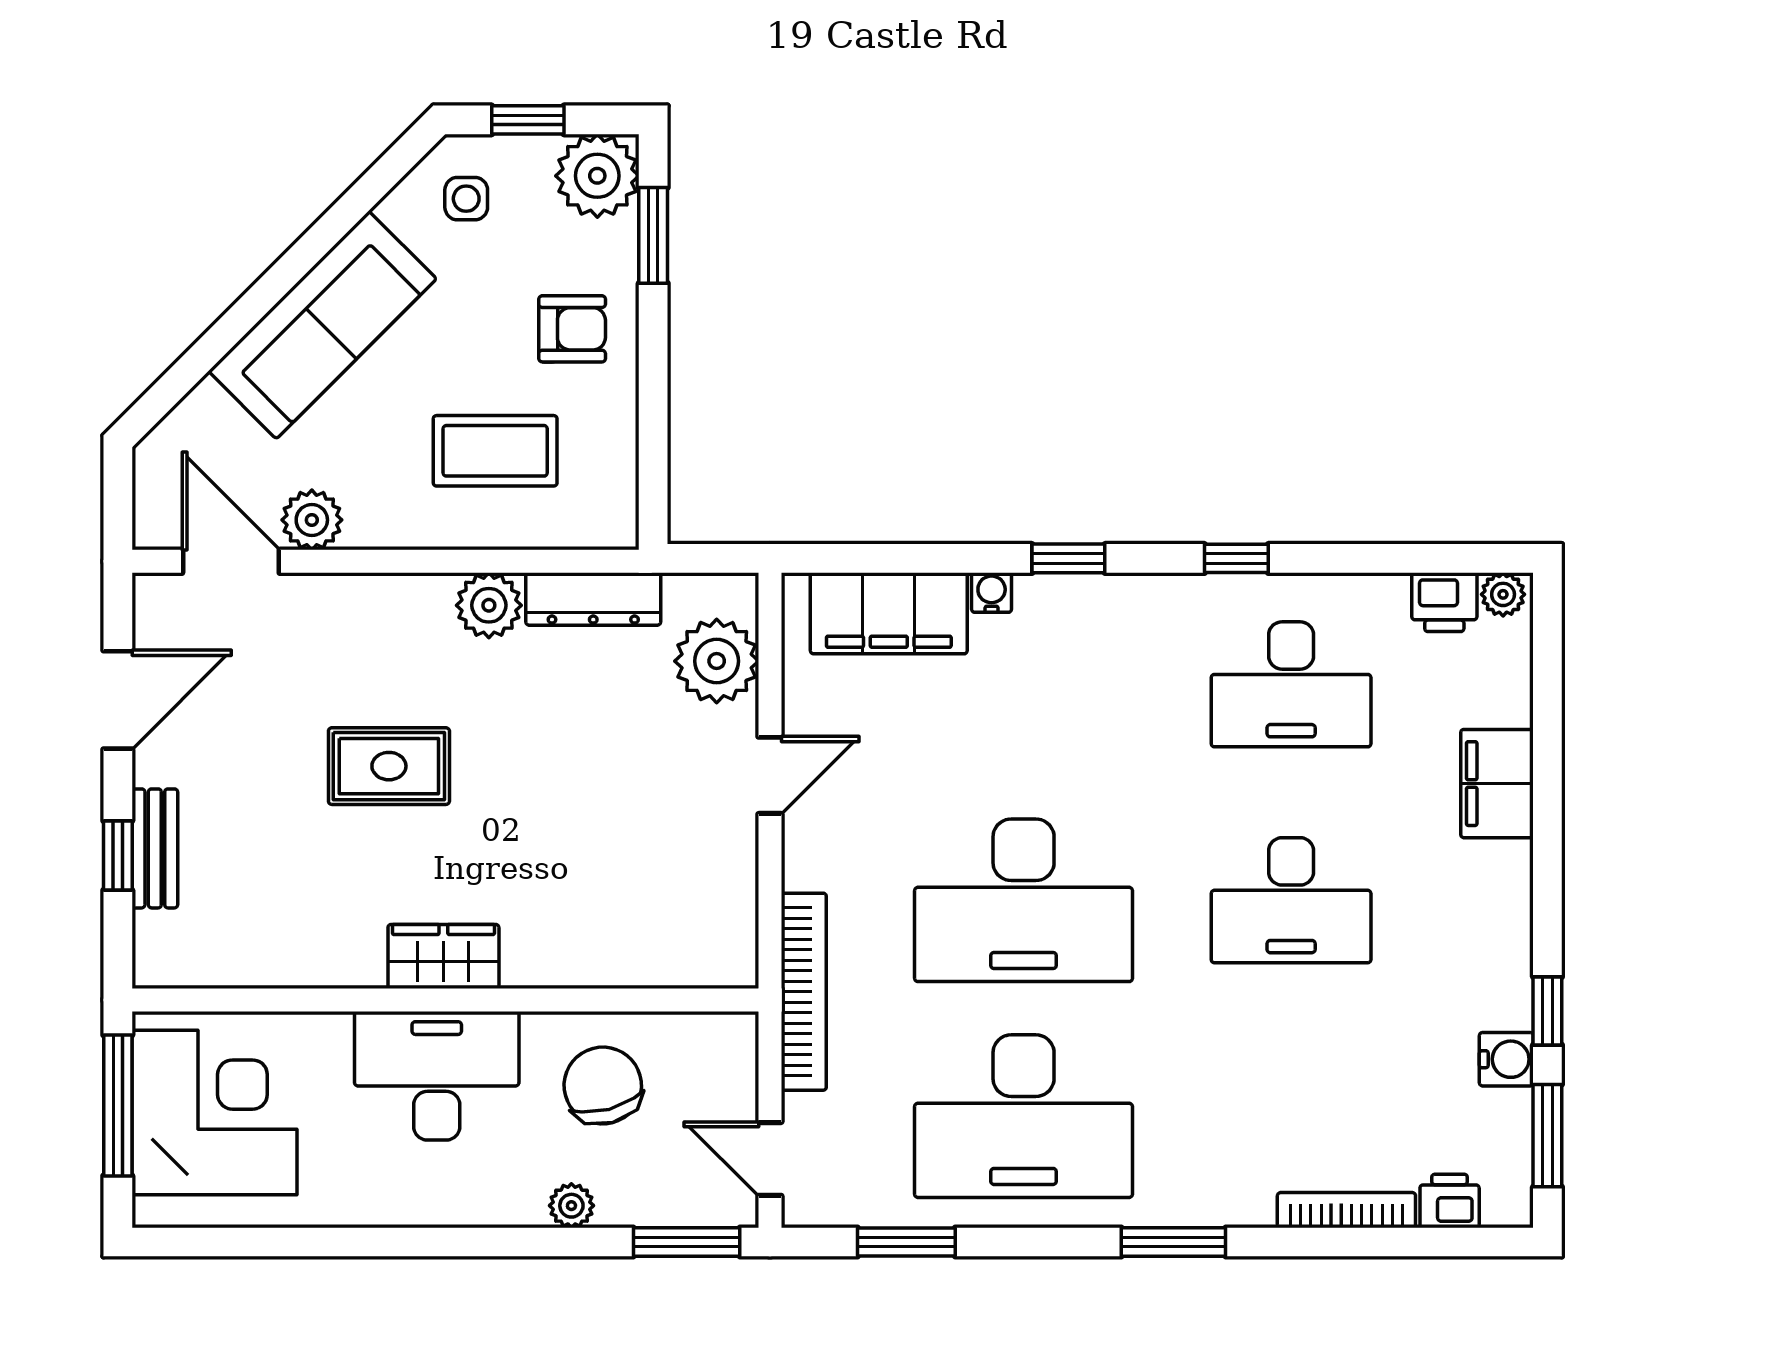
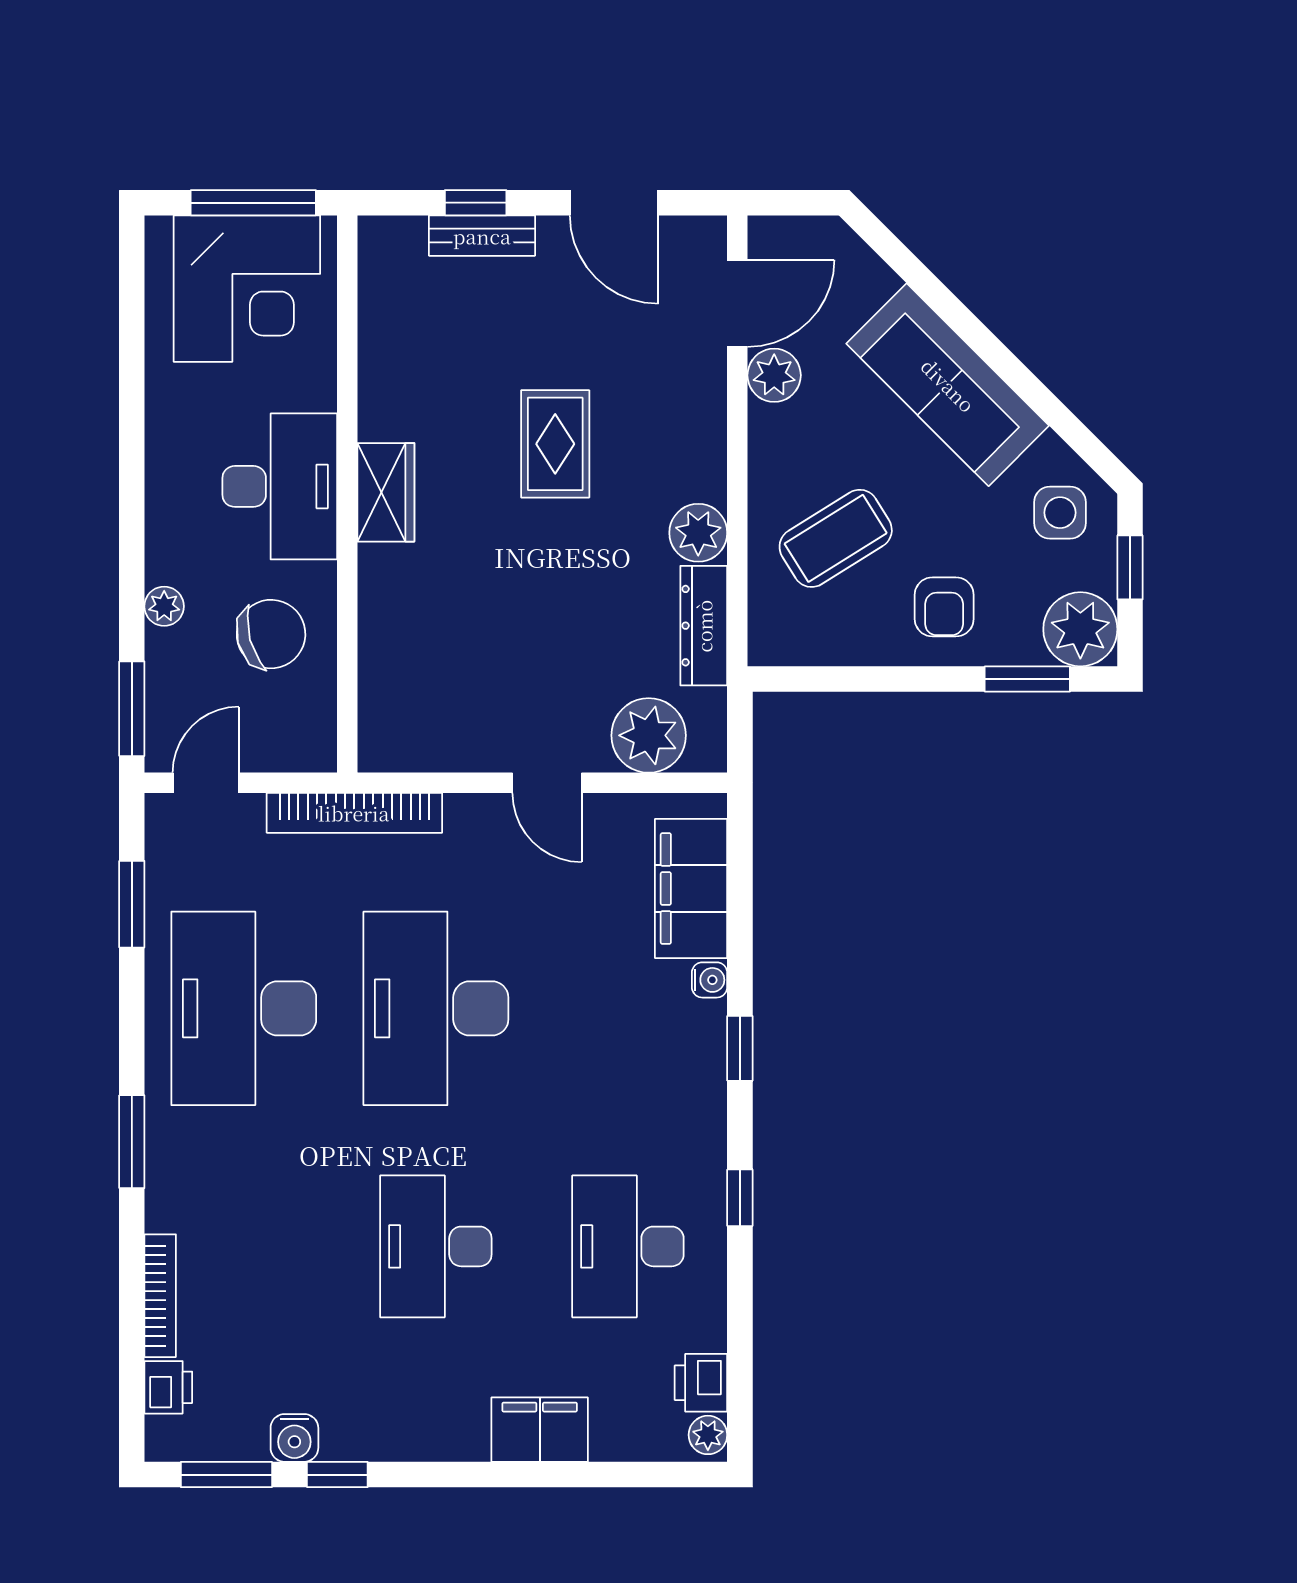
side table: (466, 199) -> (1060, 513), width x1.37, depth x1.37
coffee table: (495, 451) -> (836, 538), turned 58

